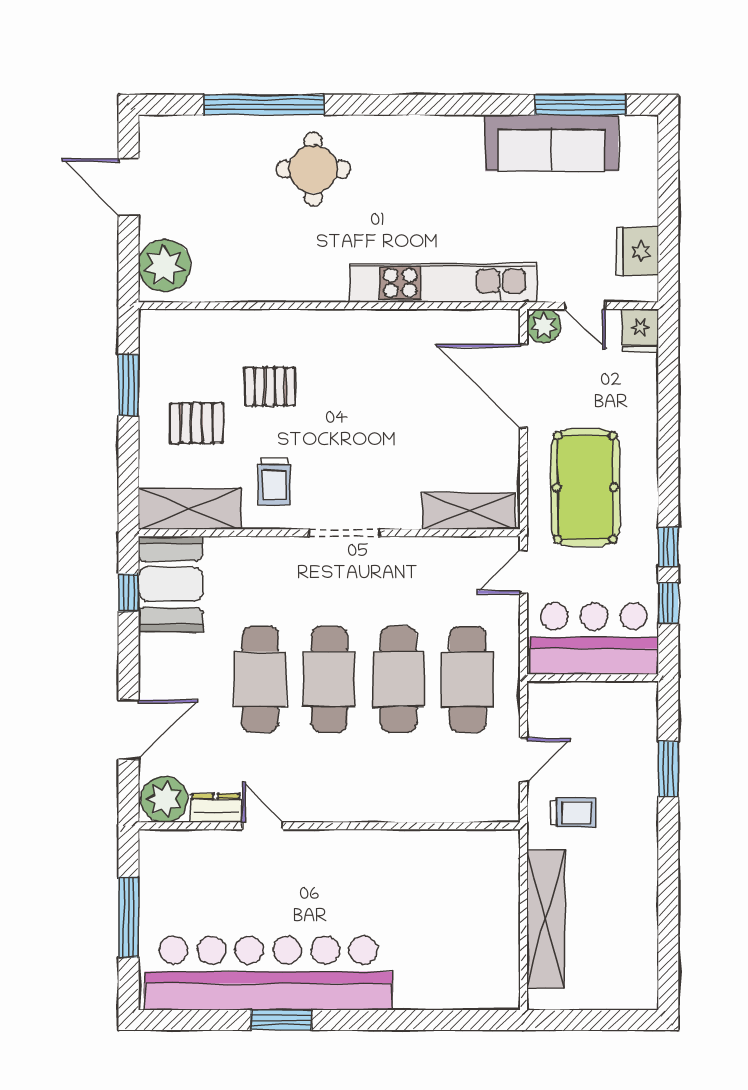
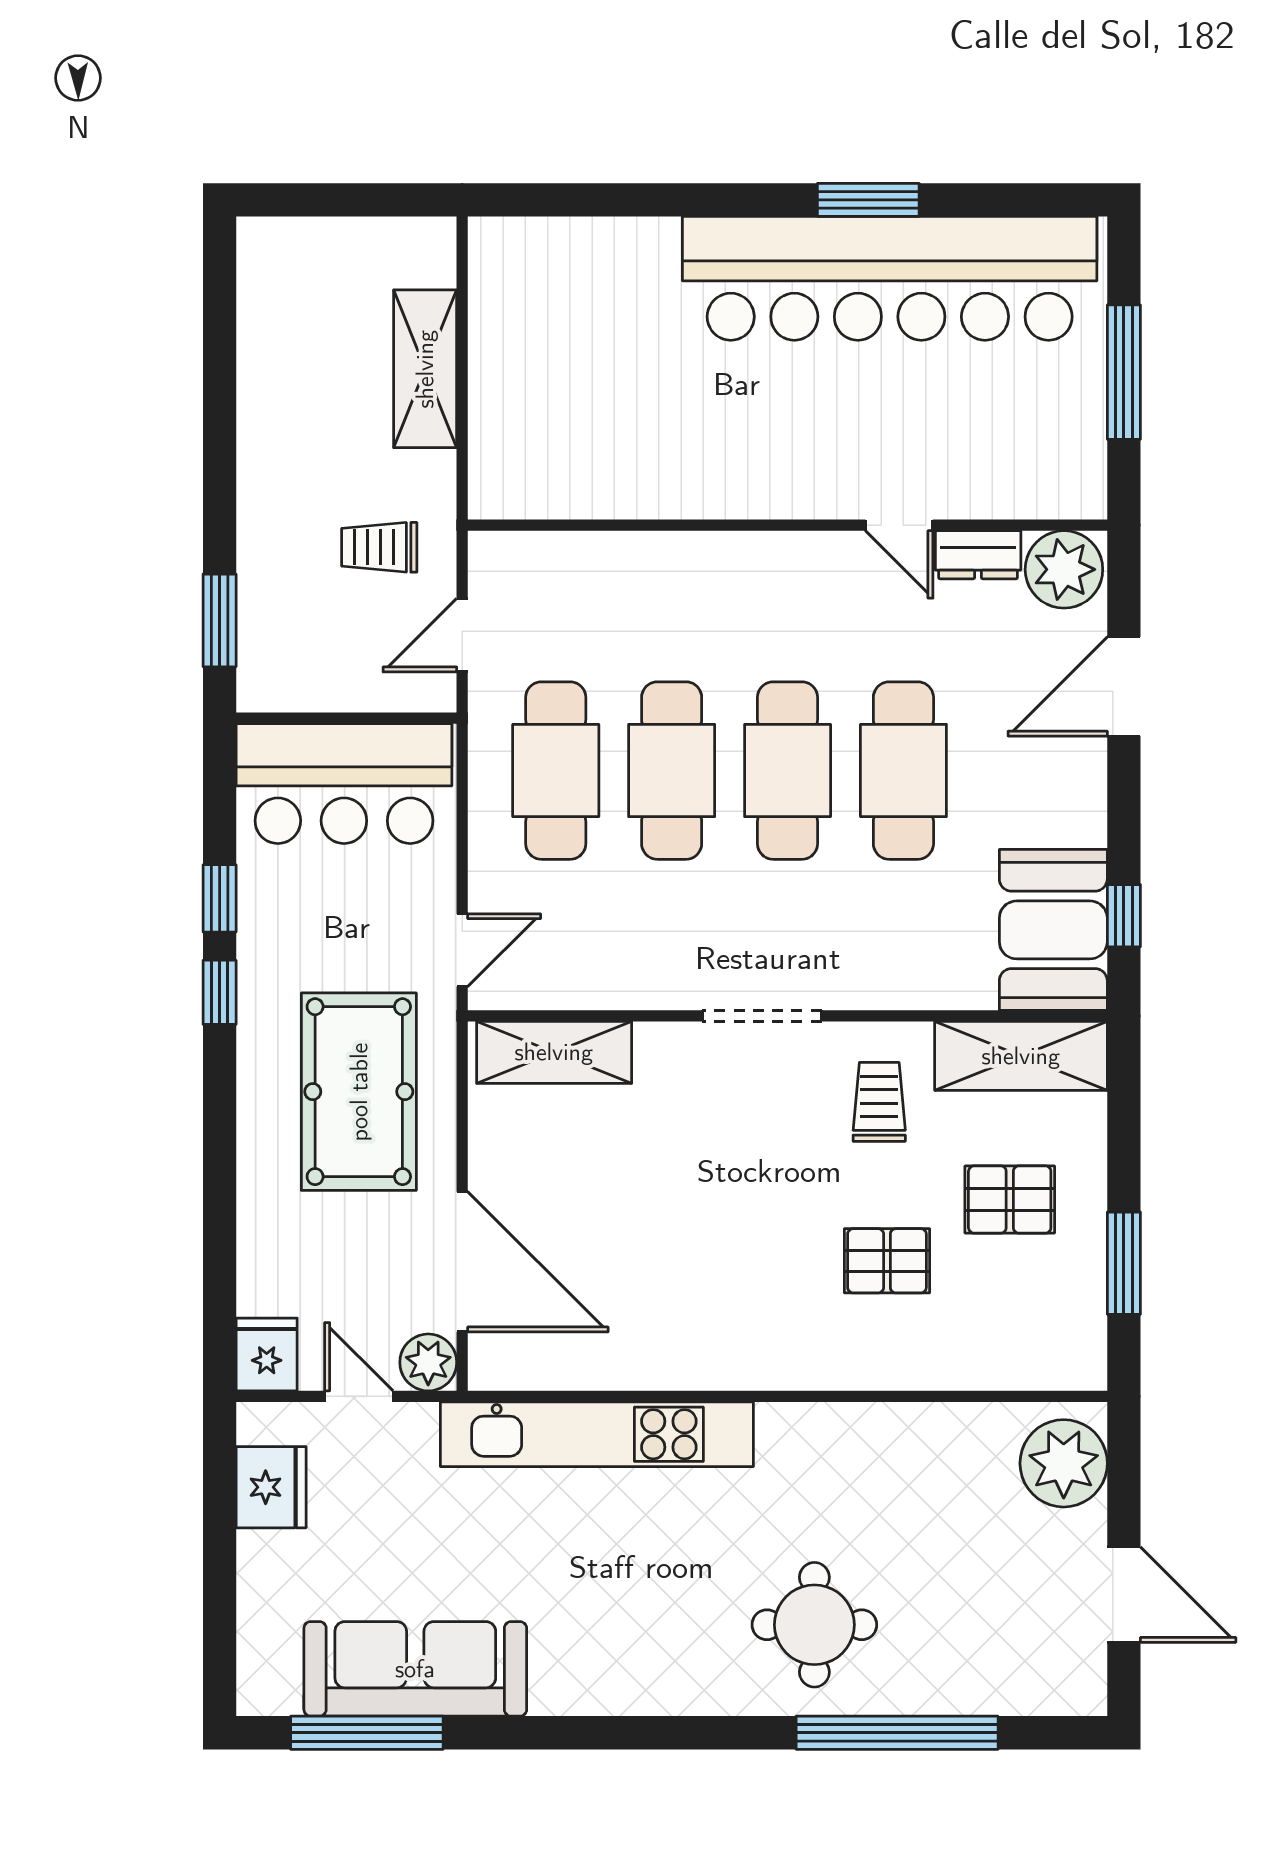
bar counter: (594, 639) -> (344, 784), moved
wall: (593, 678) -> (346, 718), moved
shelving: (546, 919) -> (425, 369), width x0.68

